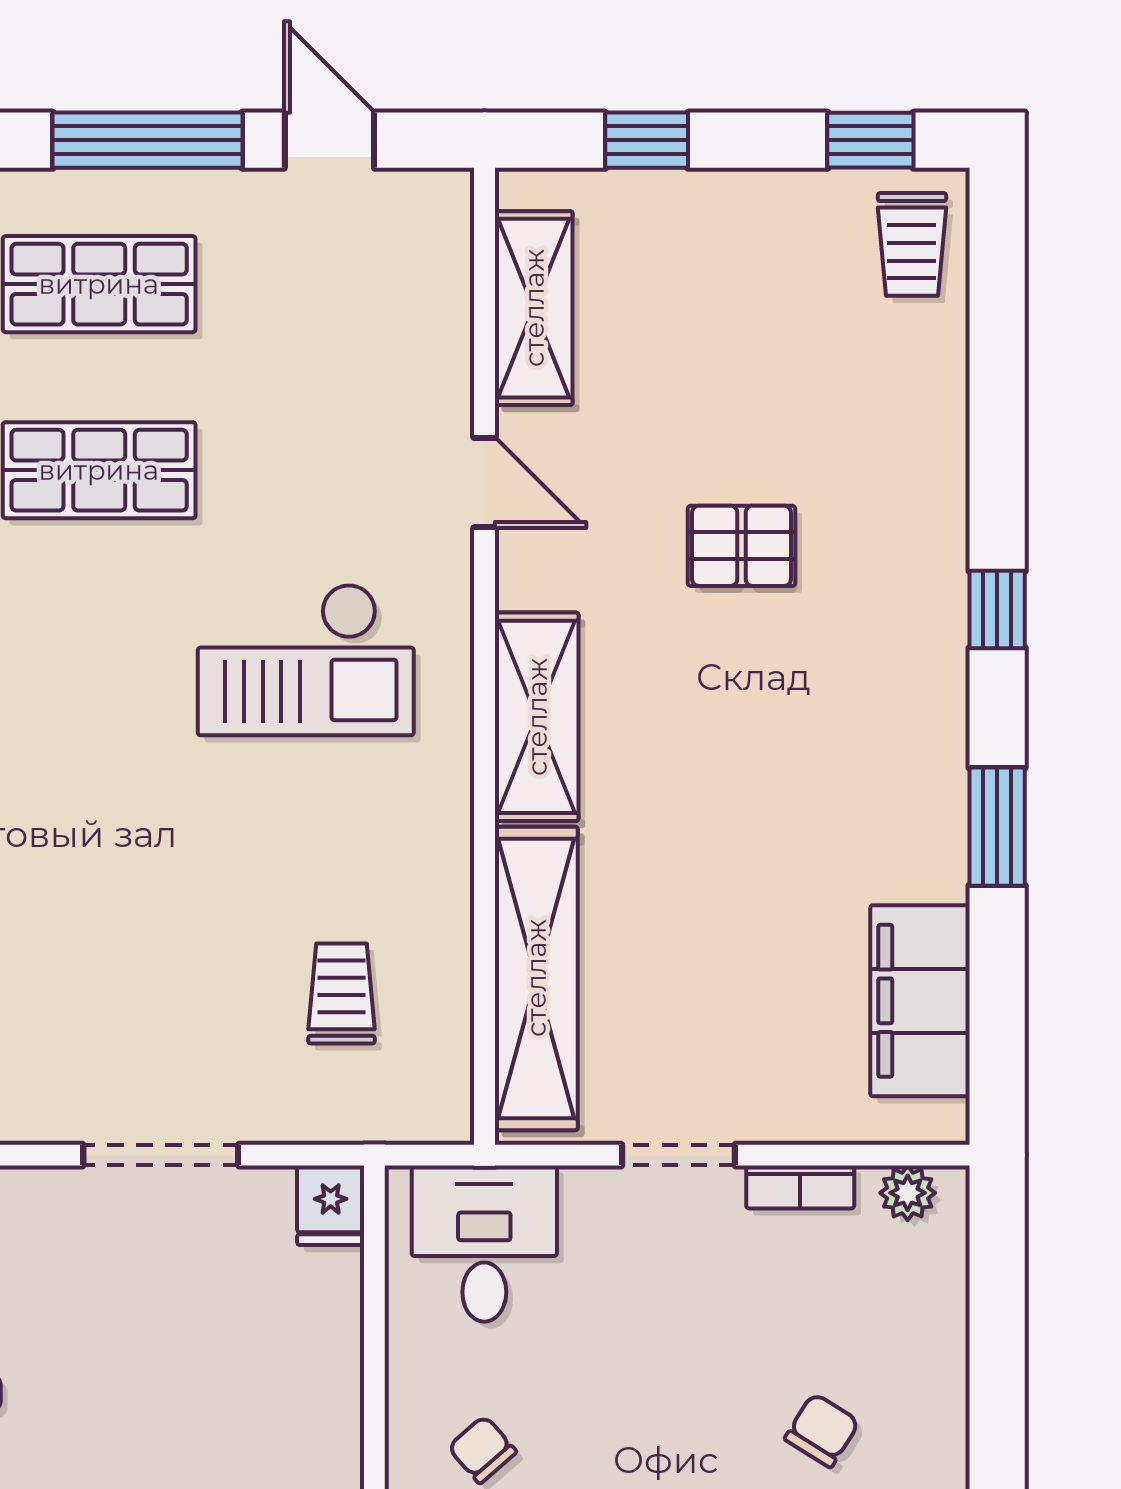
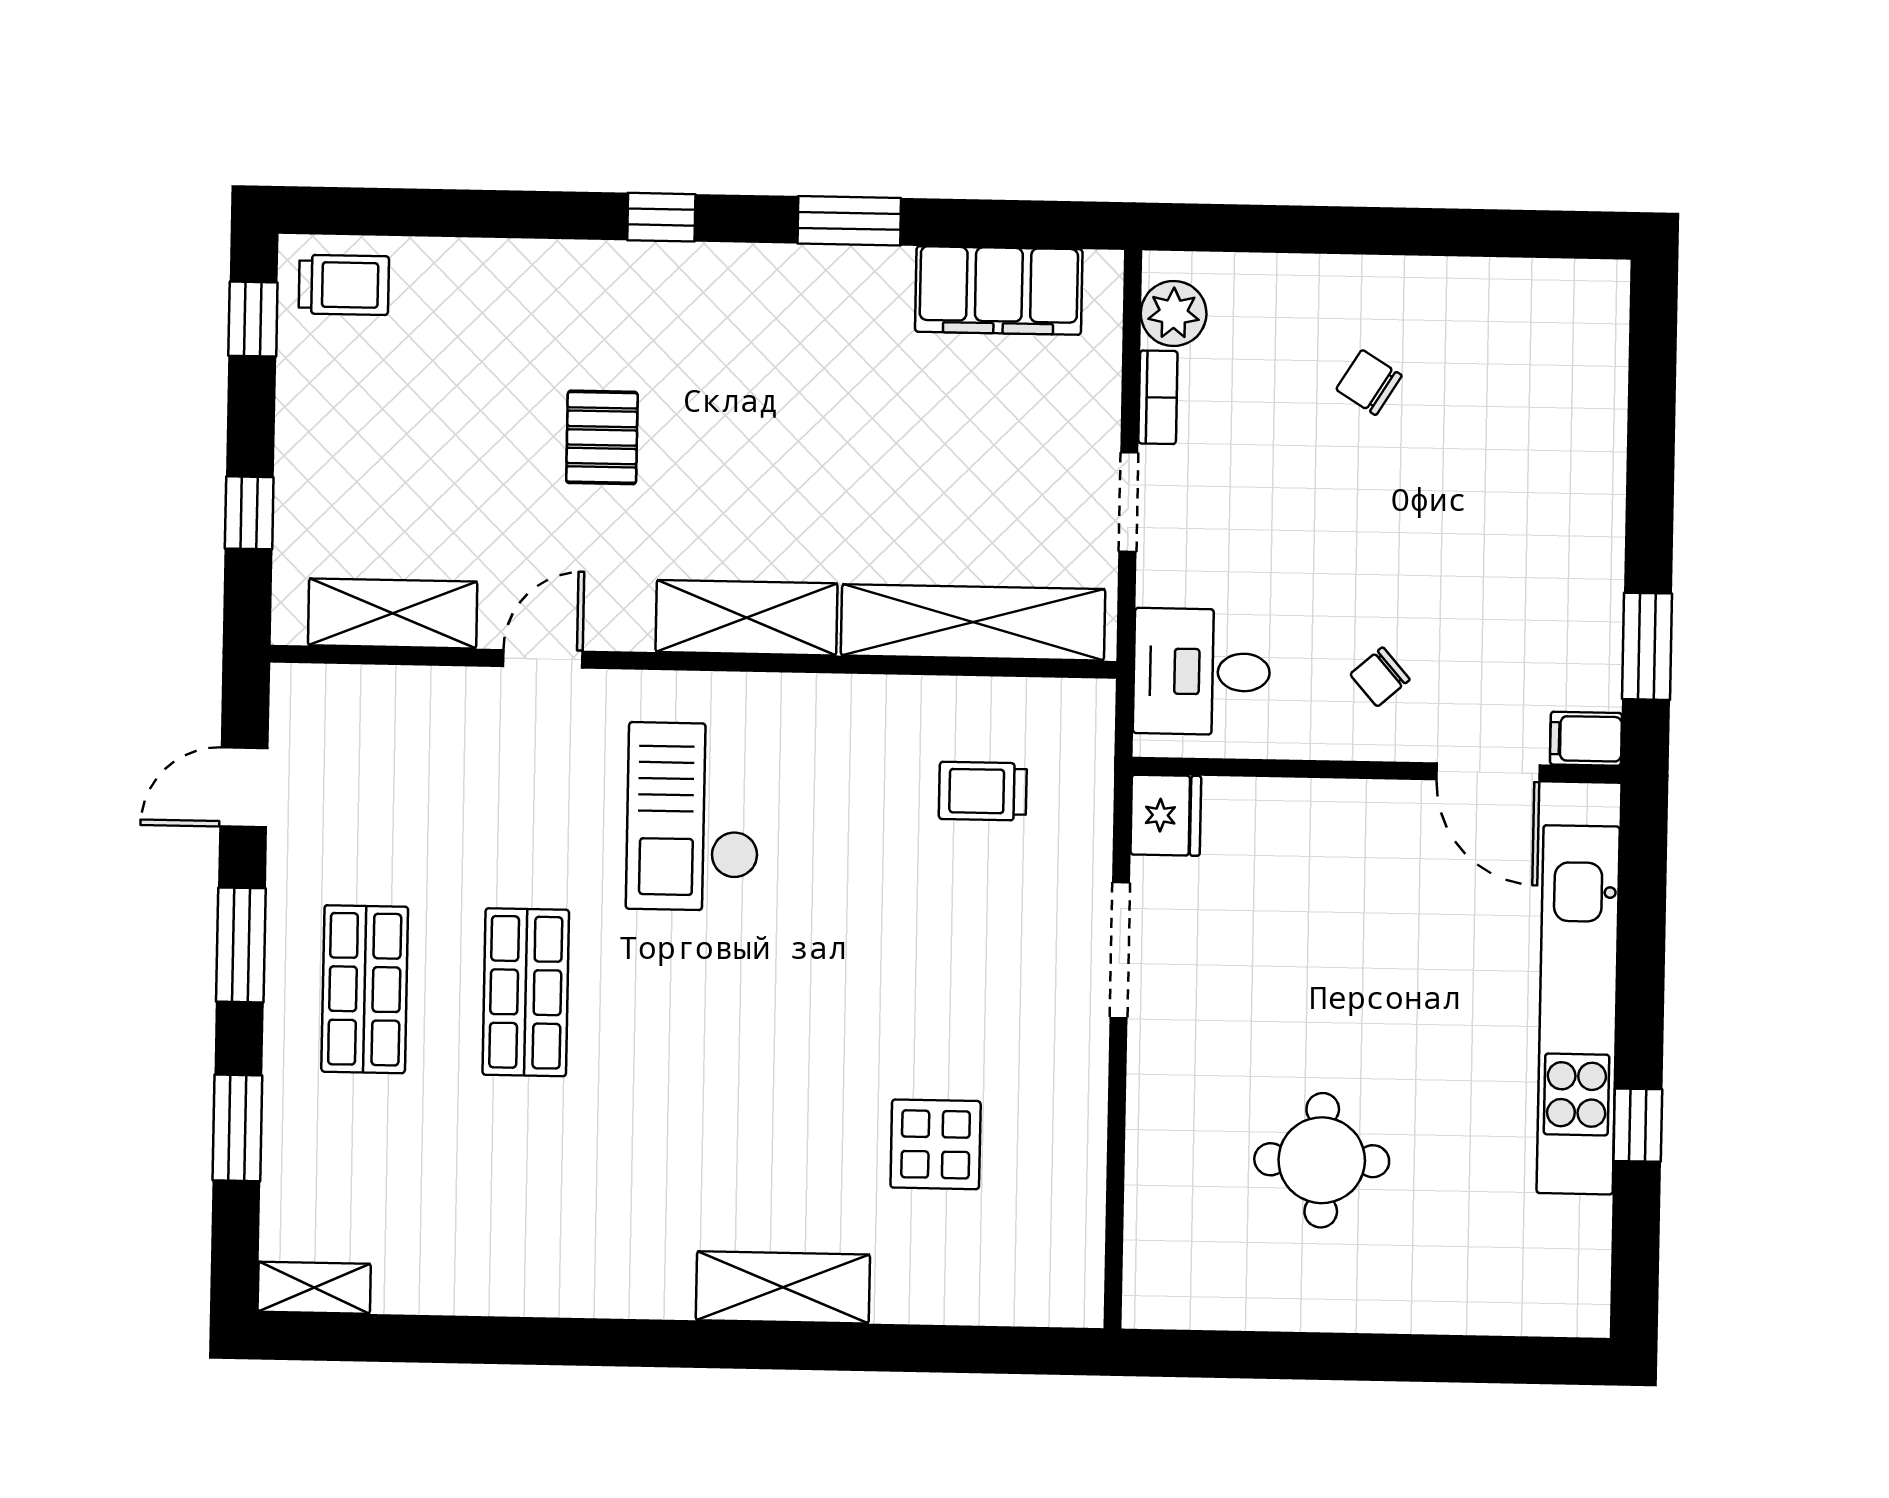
window: (148, 140) -> (241, 945), width x0.69
checkout: (306, 660) -> (693, 817), turned 180
plant: (908, 1193) -> (1174, 313), width x1.38, depth x1.38
fridge: (331, 1205) -> (1166, 815), width x1.38

